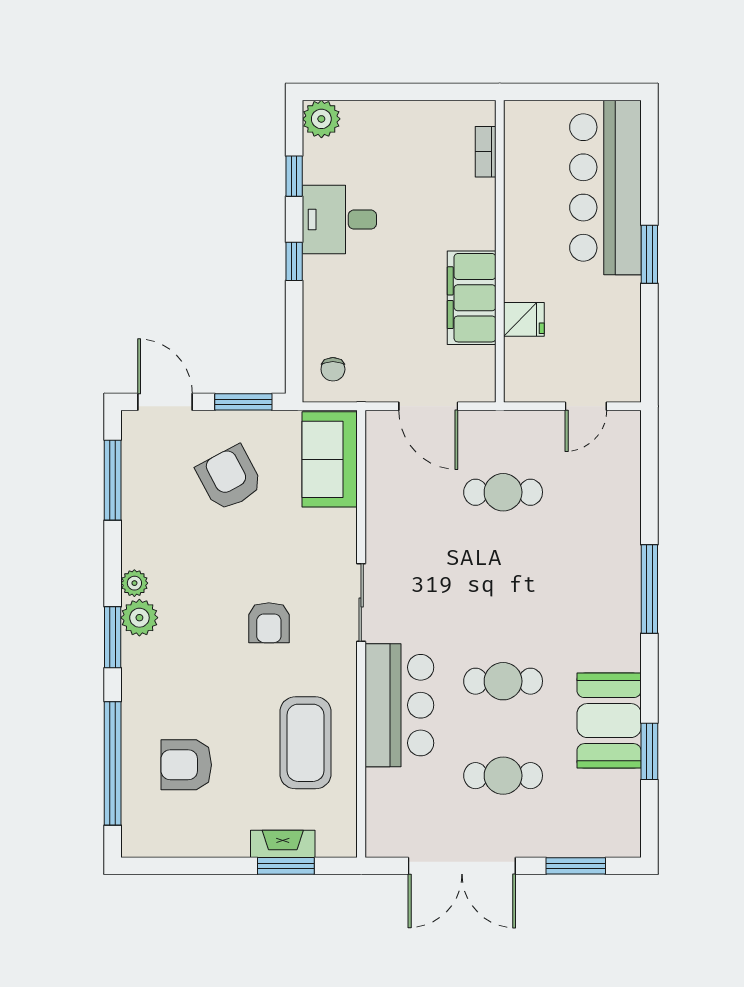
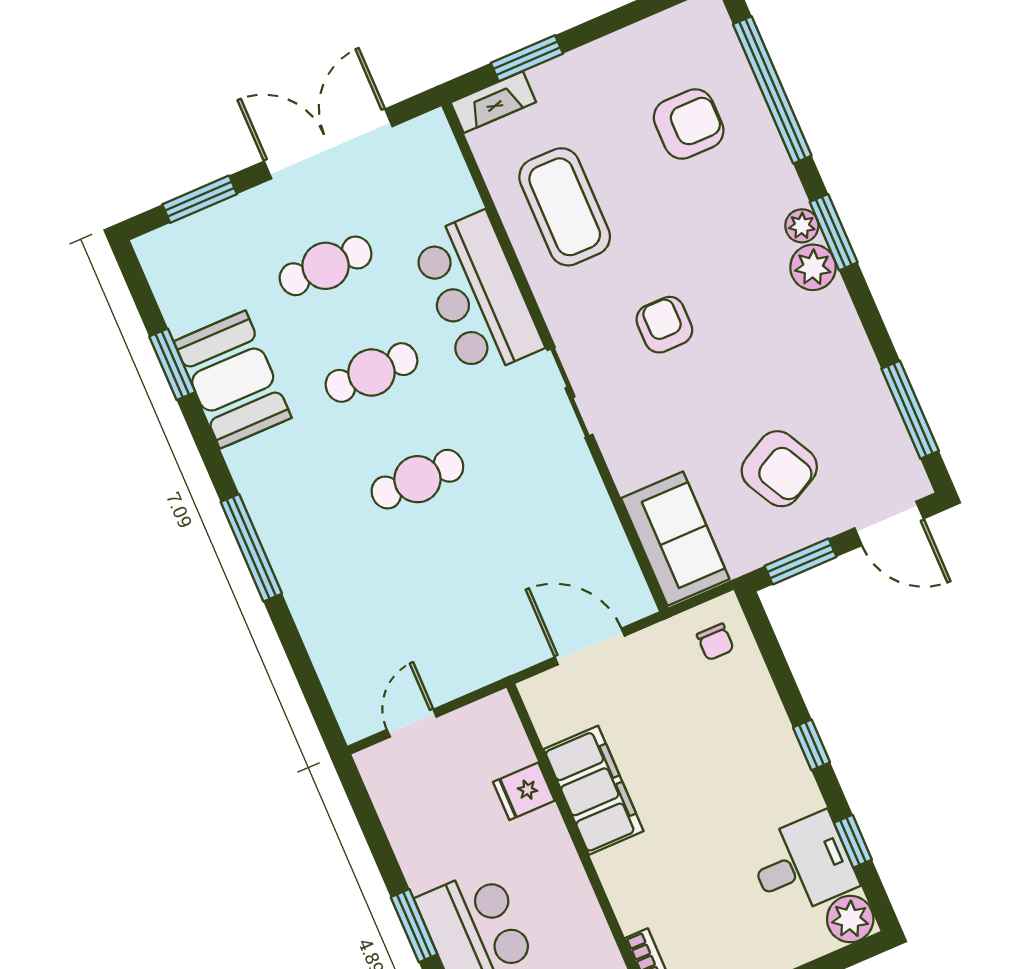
desk: (339, 220) -> (803, 865), moved
chair: (333, 369) -> (715, 642), turned 180
cafe table: (503, 492) -> (417, 479), moved
plant: (134, 583) -> (802, 226), moved
fireplace: (283, 844) -> (493, 102), moved

